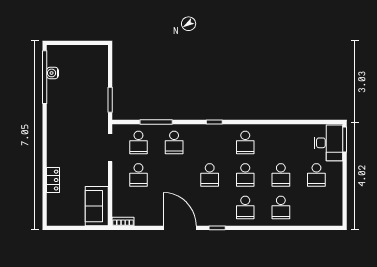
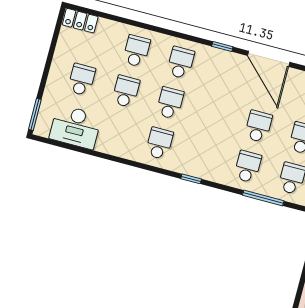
desk: (329, 143) -> (75, 127), moved, turned -90
school desk: (210, 175) -> (258, 126), moved
locker: (329, 219) -> (80, 21), added

